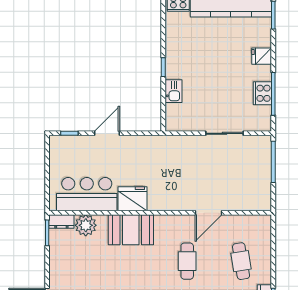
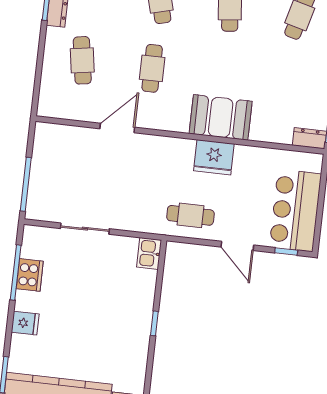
kitchen sink: (173, 91) -> (149, 253), moved
door: (107, 133) -> (237, 246), hinge flipped
cafe table: (145, 153) -> (190, 215), added
bar counter: (87, 194) -> (295, 210), moved, turned 90
plant: (86, 225) -> (278, 130), removed

